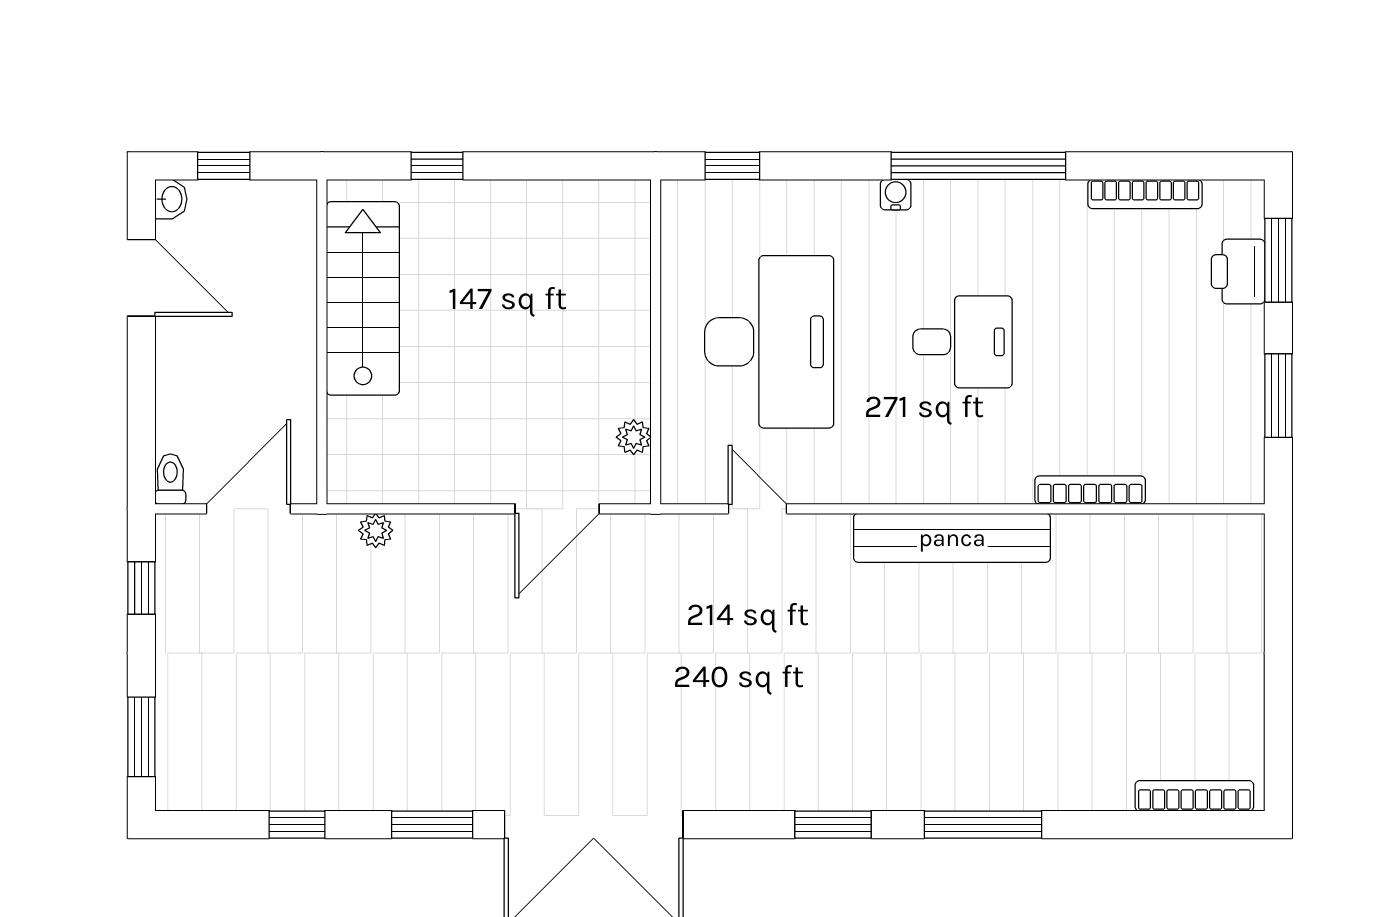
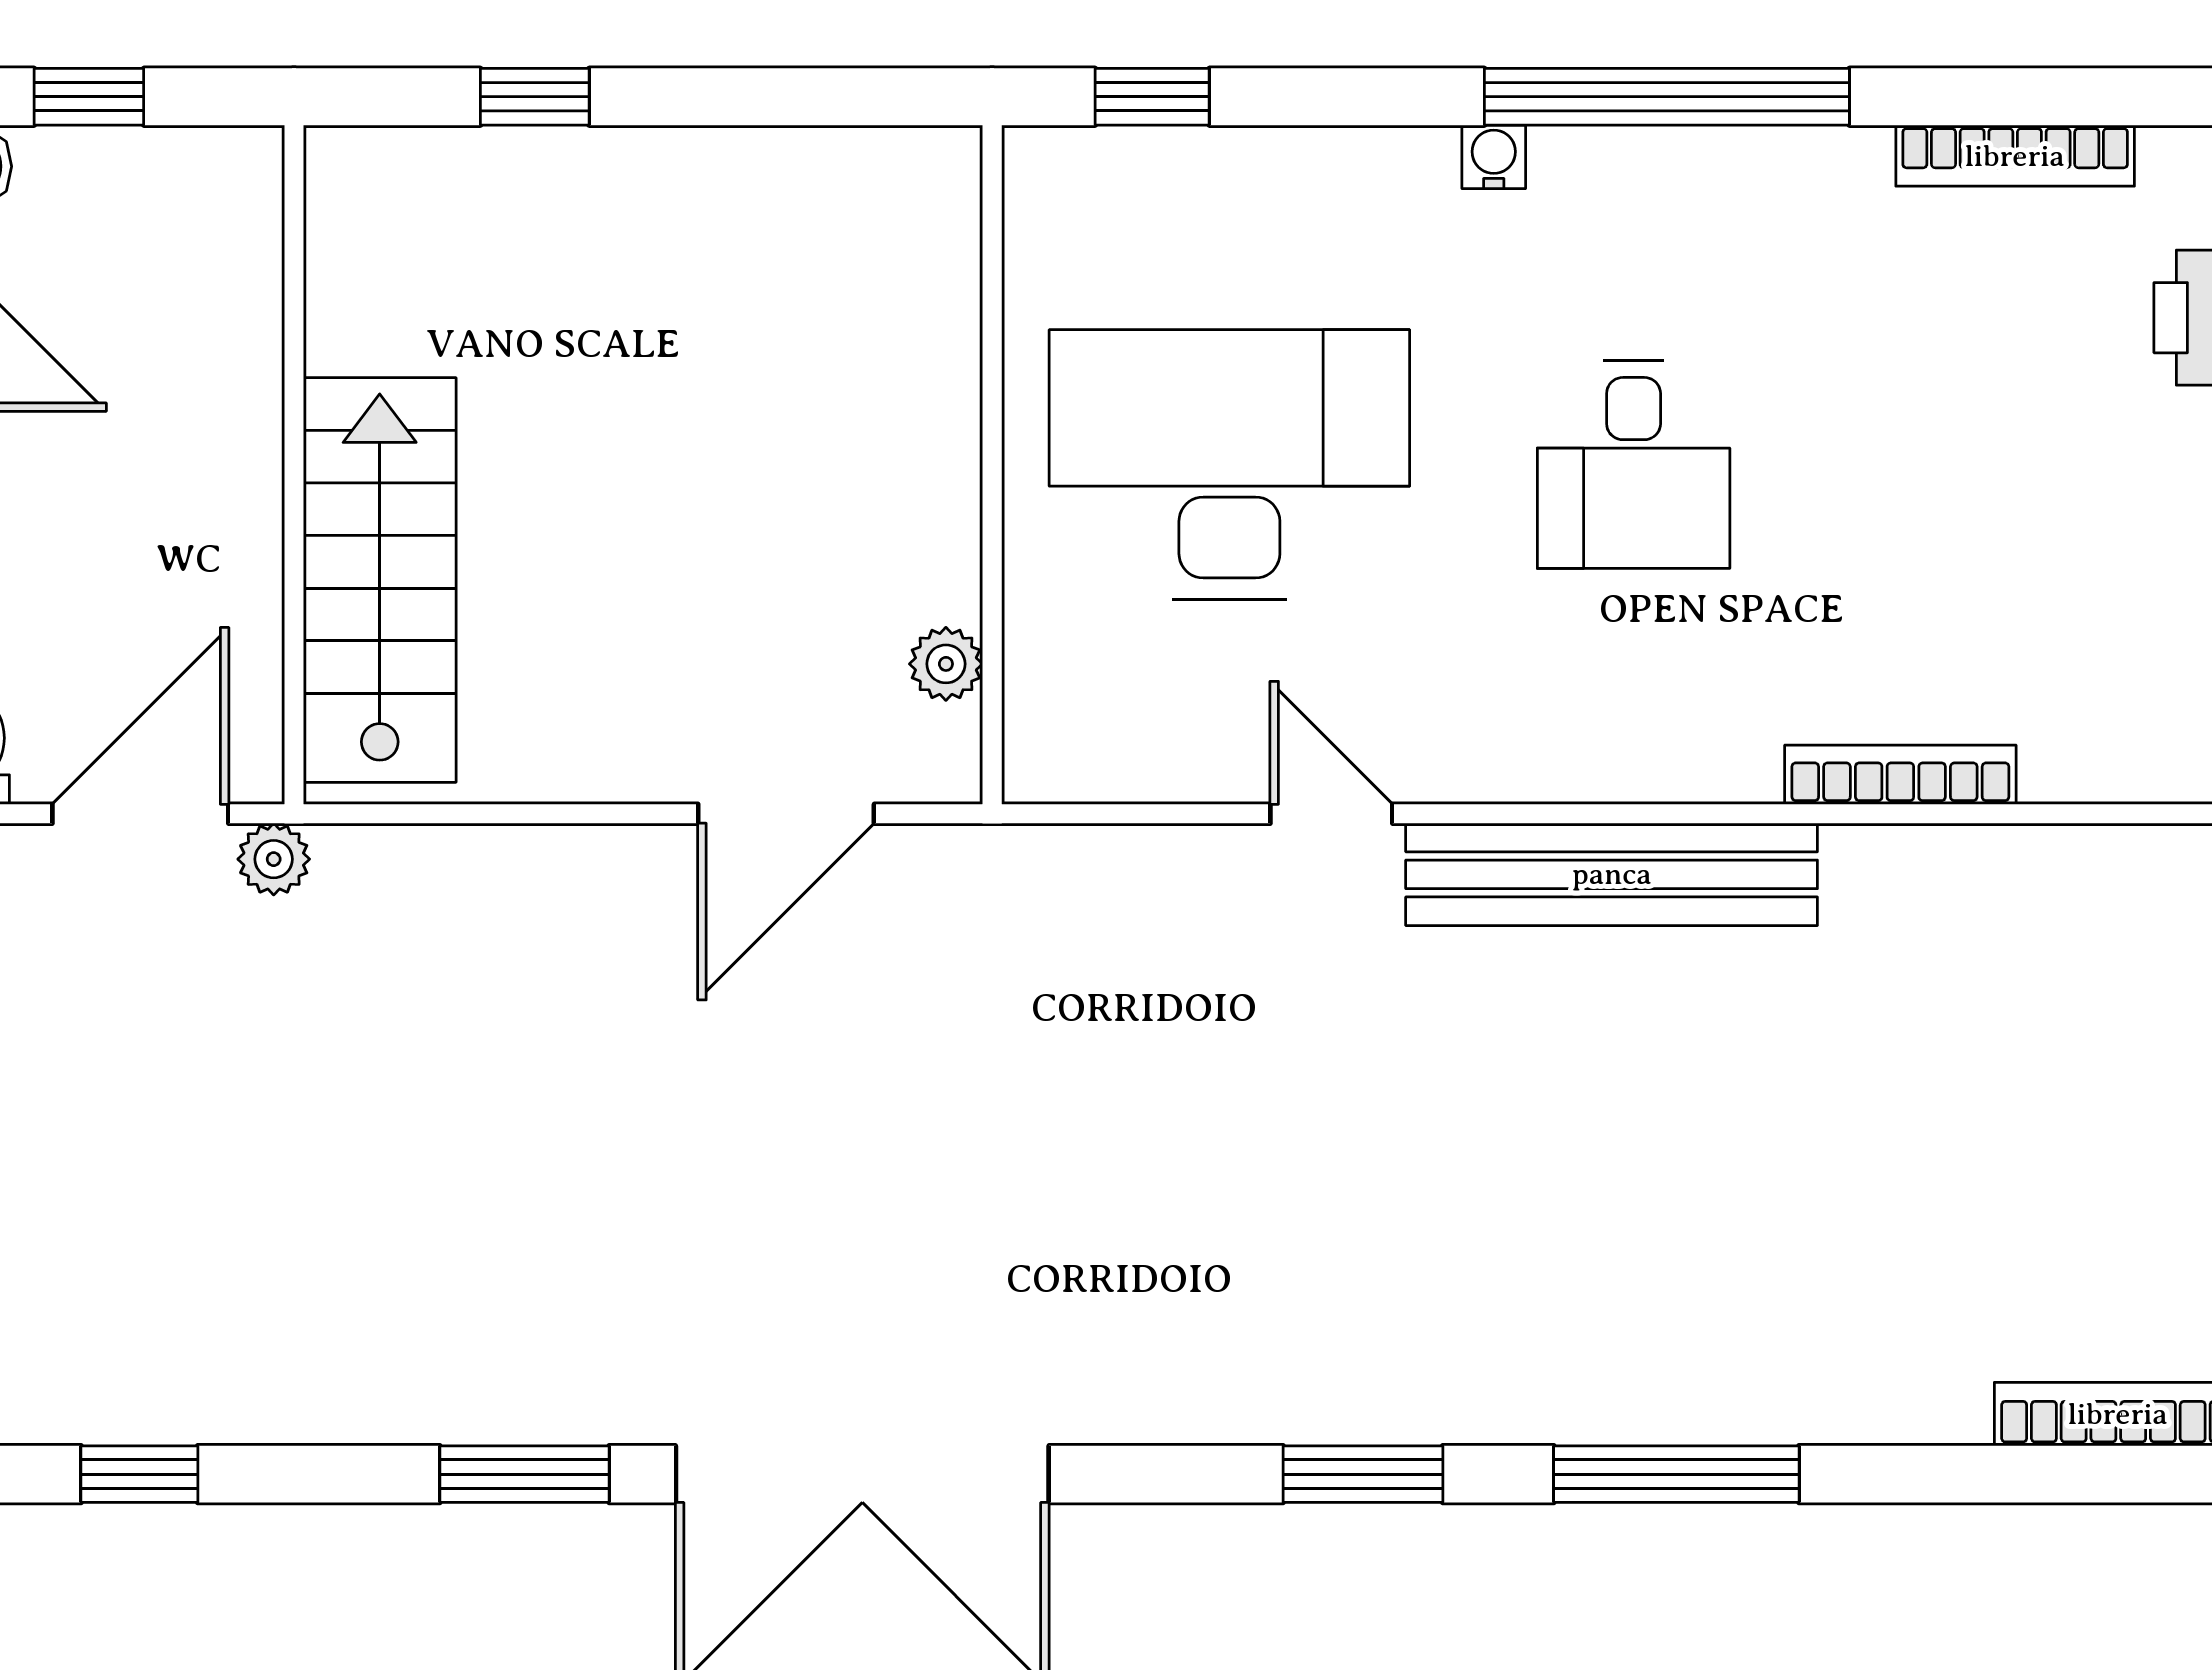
stairs: (363, 298) -> (380, 580), moved
desk: (769, 342) -> (1229, 465), turned -90
desk: (963, 342) -> (1634, 465), turned 90
door: (757, 509) -> (1331, 814), moved
plant: (376, 530) -> (274, 859), moved
window: (297, 825) -> (139, 1474), moved

